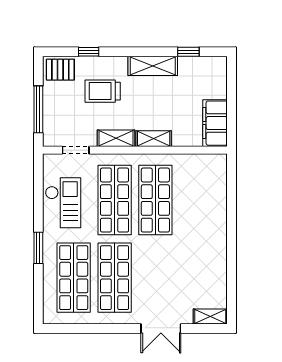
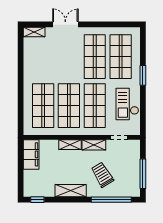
window: (89, 52) -> (111, 200), width x3.17
window: (188, 52) -> (37, 200), moved
pallet: (60, 70) -> (129, 188), removed
trolley: (103, 91) -> (102, 175), turned -121
window: (38, 109) -> (143, 174), moved
shop shelf: (196, 200) -> (43, 106), added

